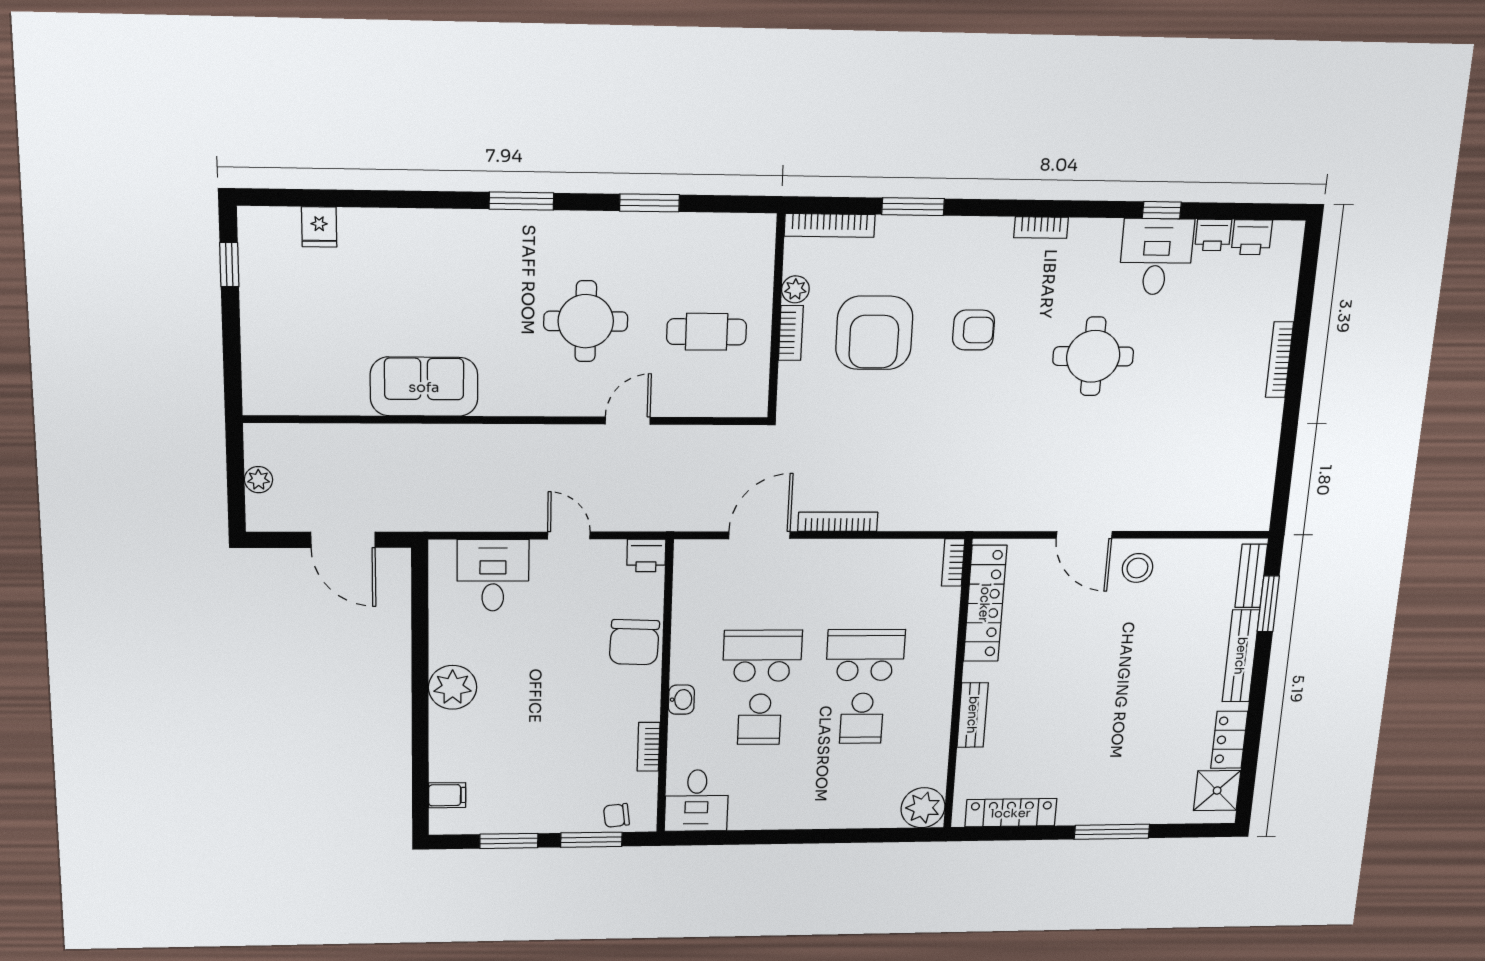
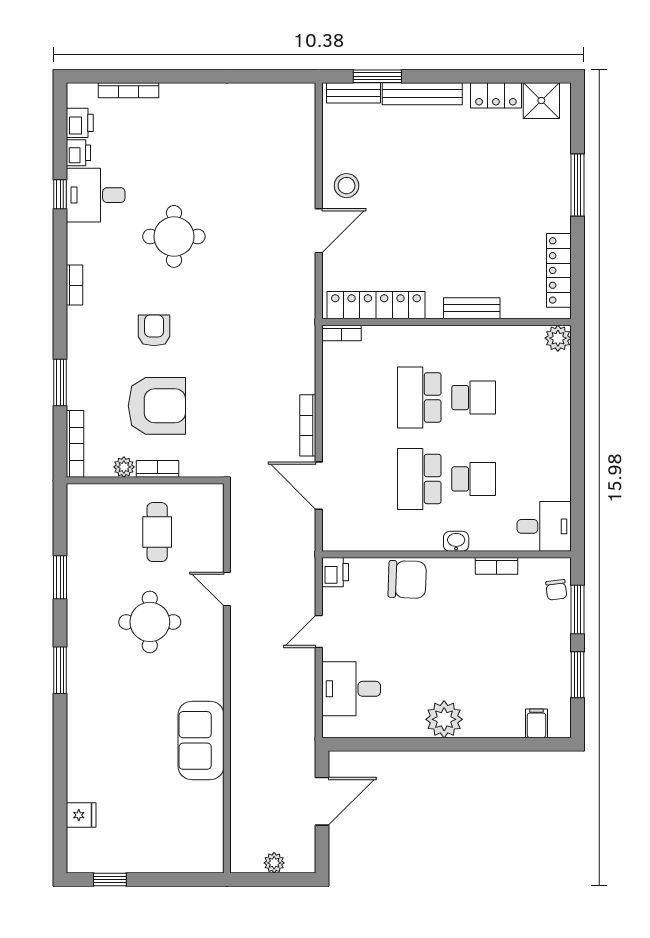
bookcase: (1279, 360) -> (128, 90), moved
plant: (923, 808) -> (558, 338), width x0.73, depth x0.73

